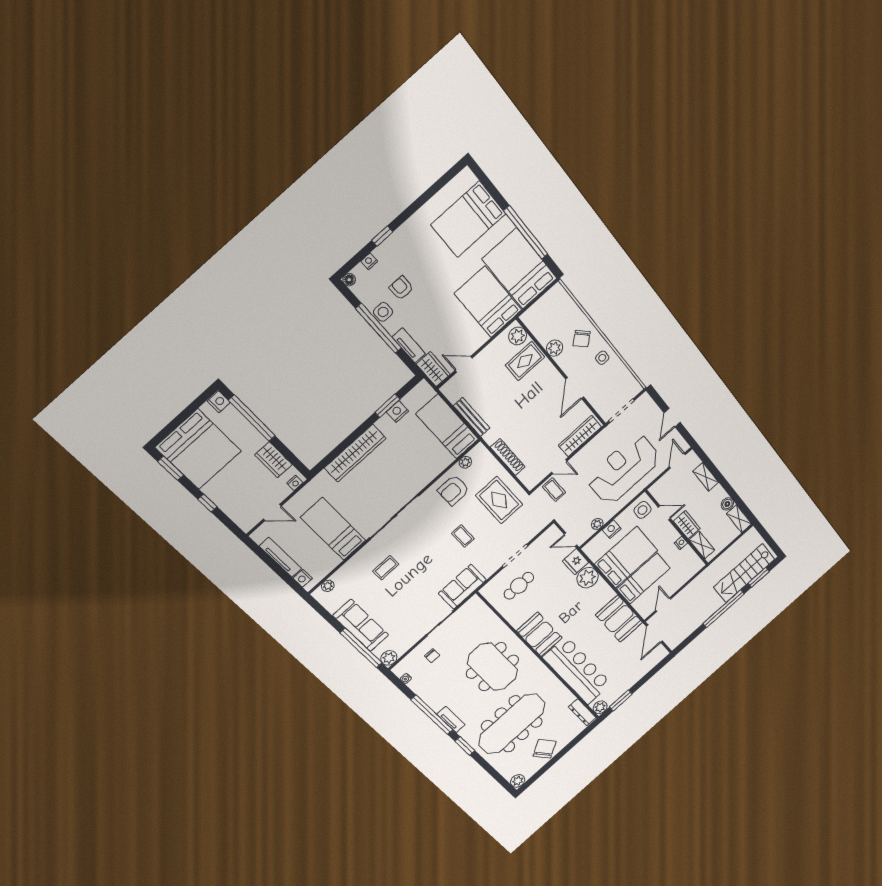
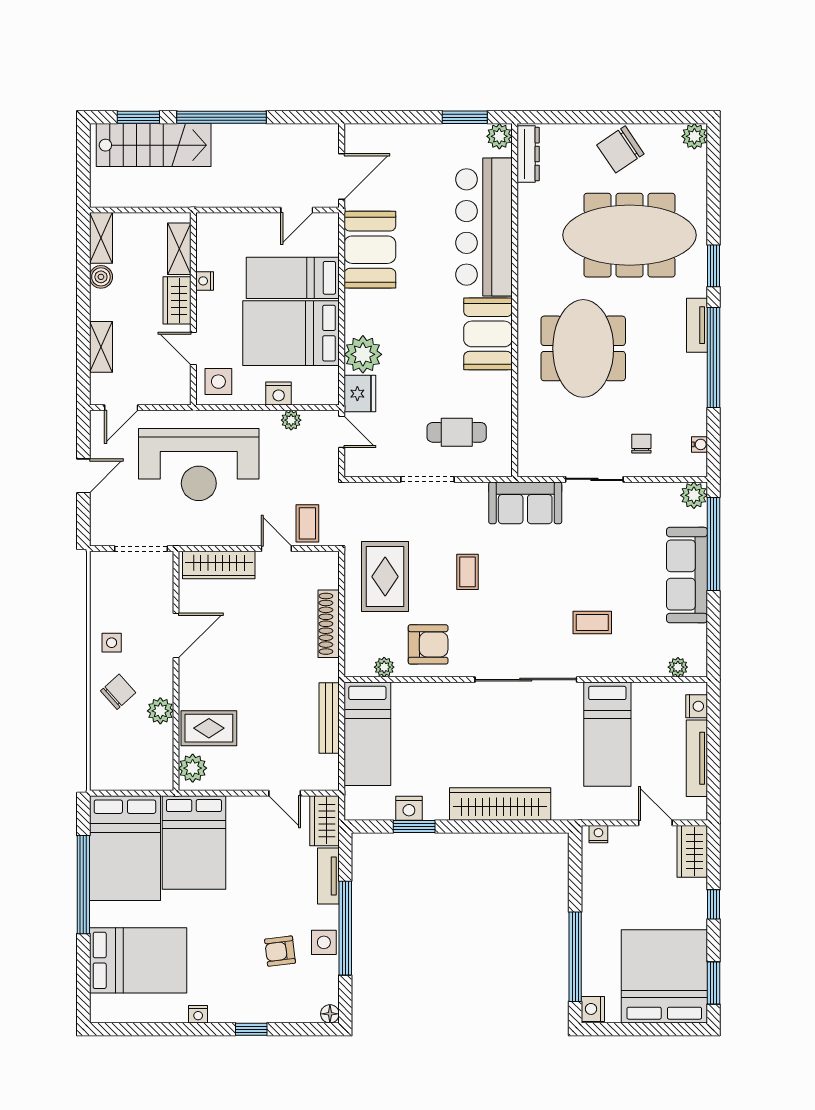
nightstand: (369, 261) -> (198, 1014), moved
armchair: (401, 288) -> (280, 951), turned 83
wardrobe: (274, 460) -> (692, 851), moved, turned 180

